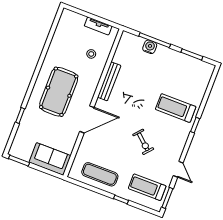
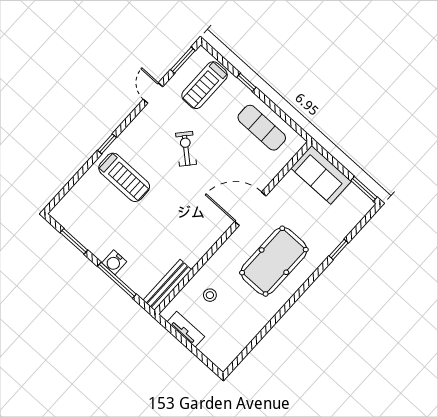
water cooler: (150, 47) -> (114, 262), moved
bench: (109, 81) -> (167, 285), moved
treadmill: (147, 187) -> (205, 85), turned 90

